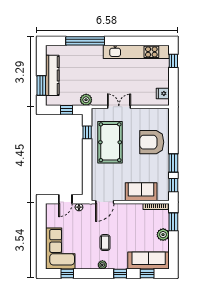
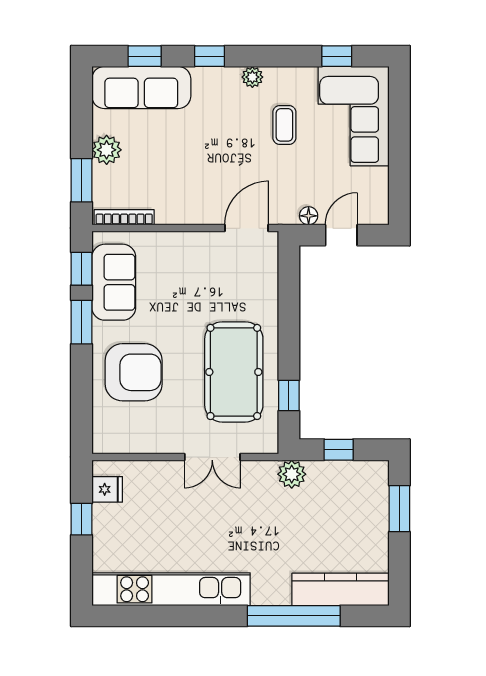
window: (173, 61) -> (81, 519), moved
kitchen counter: (52, 75) -> (341, 589), moved, turned 90
sofa: (141, 192) -> (114, 282), moved, turned -90
coffee table: (105, 243) -> (284, 125), moved

